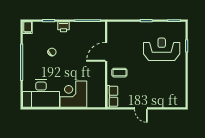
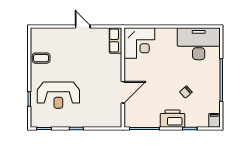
printer: (63, 27) -> (173, 119), width x1.87, depth x1.48
coffee table: (119, 73) -> (41, 58), moved
corner desk: (73, 94) -> (139, 43), moved

